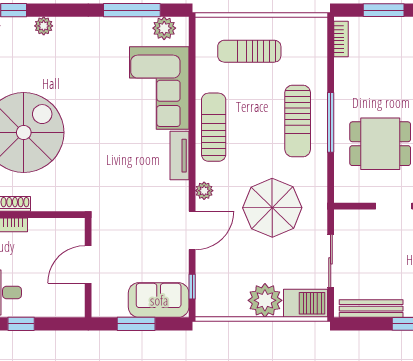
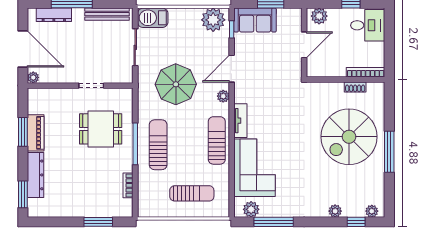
bookcase: (341, 39) -> (128, 185), moved
sun lounger: (214, 127) -> (217, 140), turned 180
plant: (265, 300) -> (213, 20), moved
plant: (66, 306) -> (319, 16), added

